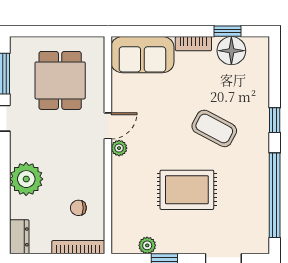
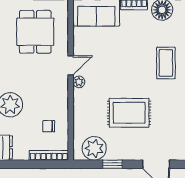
coffee table: (214, 128) -> (166, 63), moved, turned 62
plant: (147, 245) -> (94, 148), width x1.87, depth x1.87

